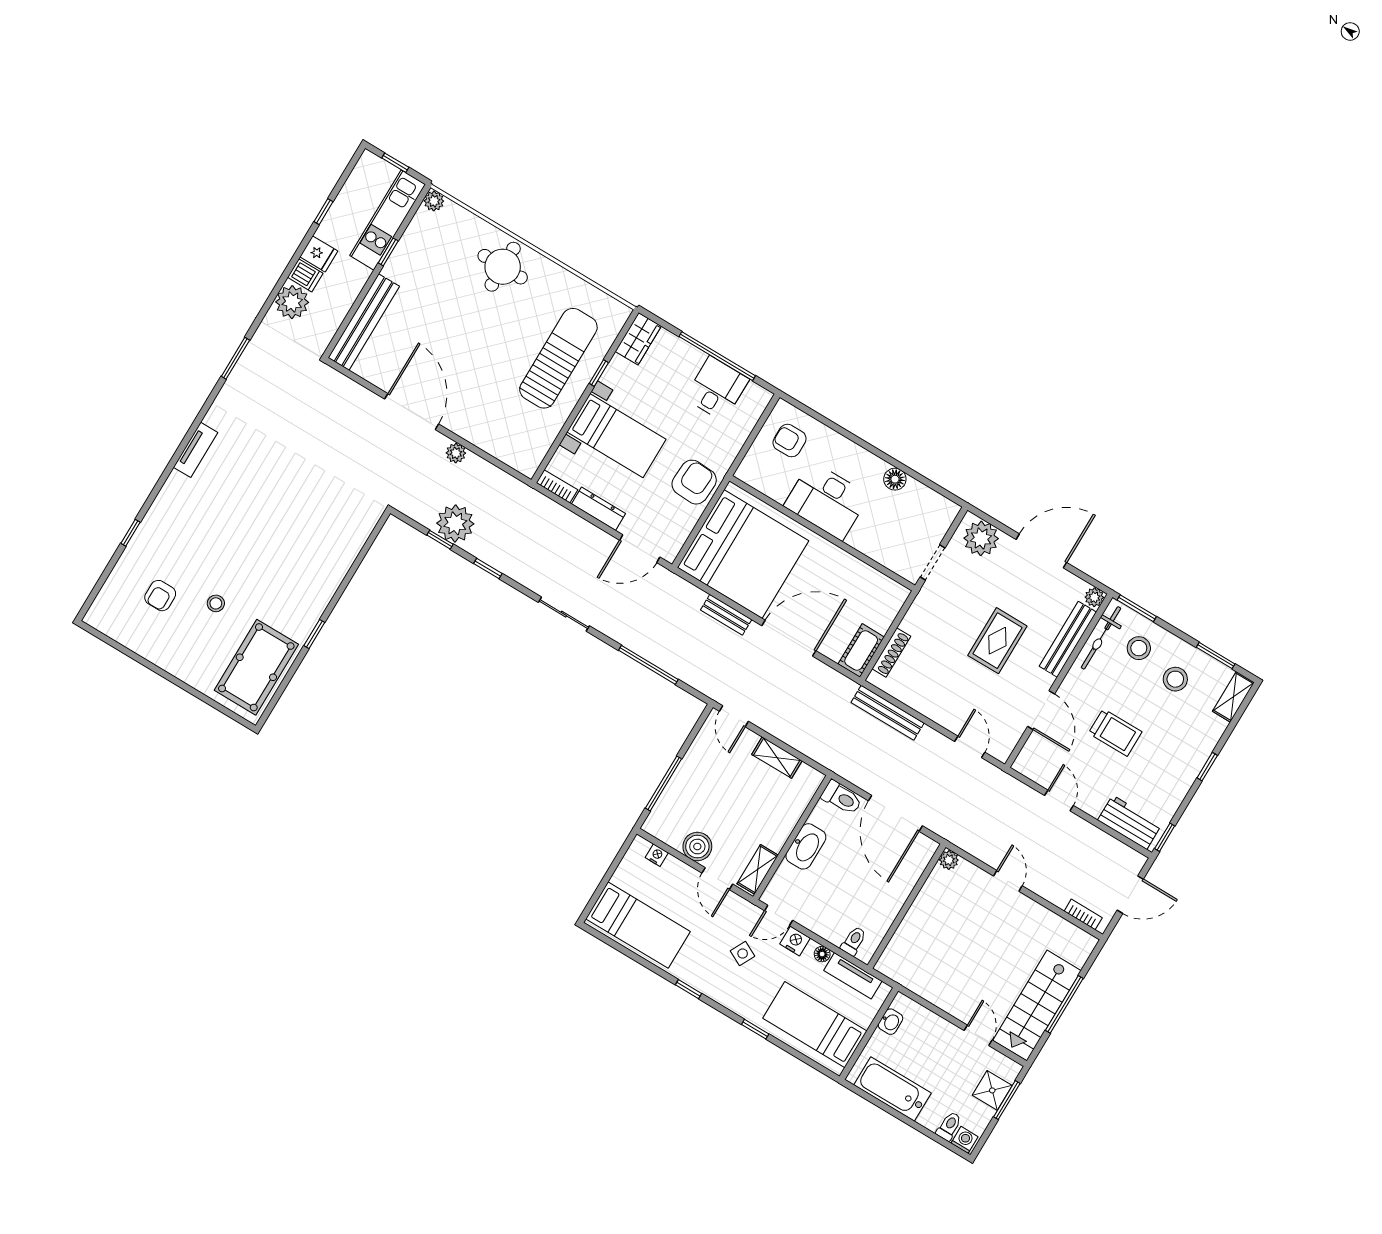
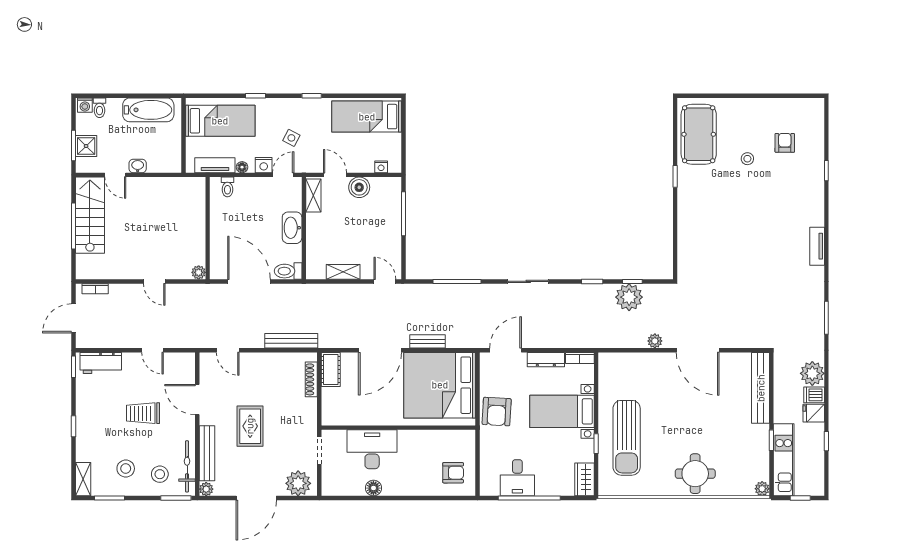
desk: (827, 501) -> (372, 449), moved
washbasin: (890, 1022) -> (138, 166), moved, turned 90

